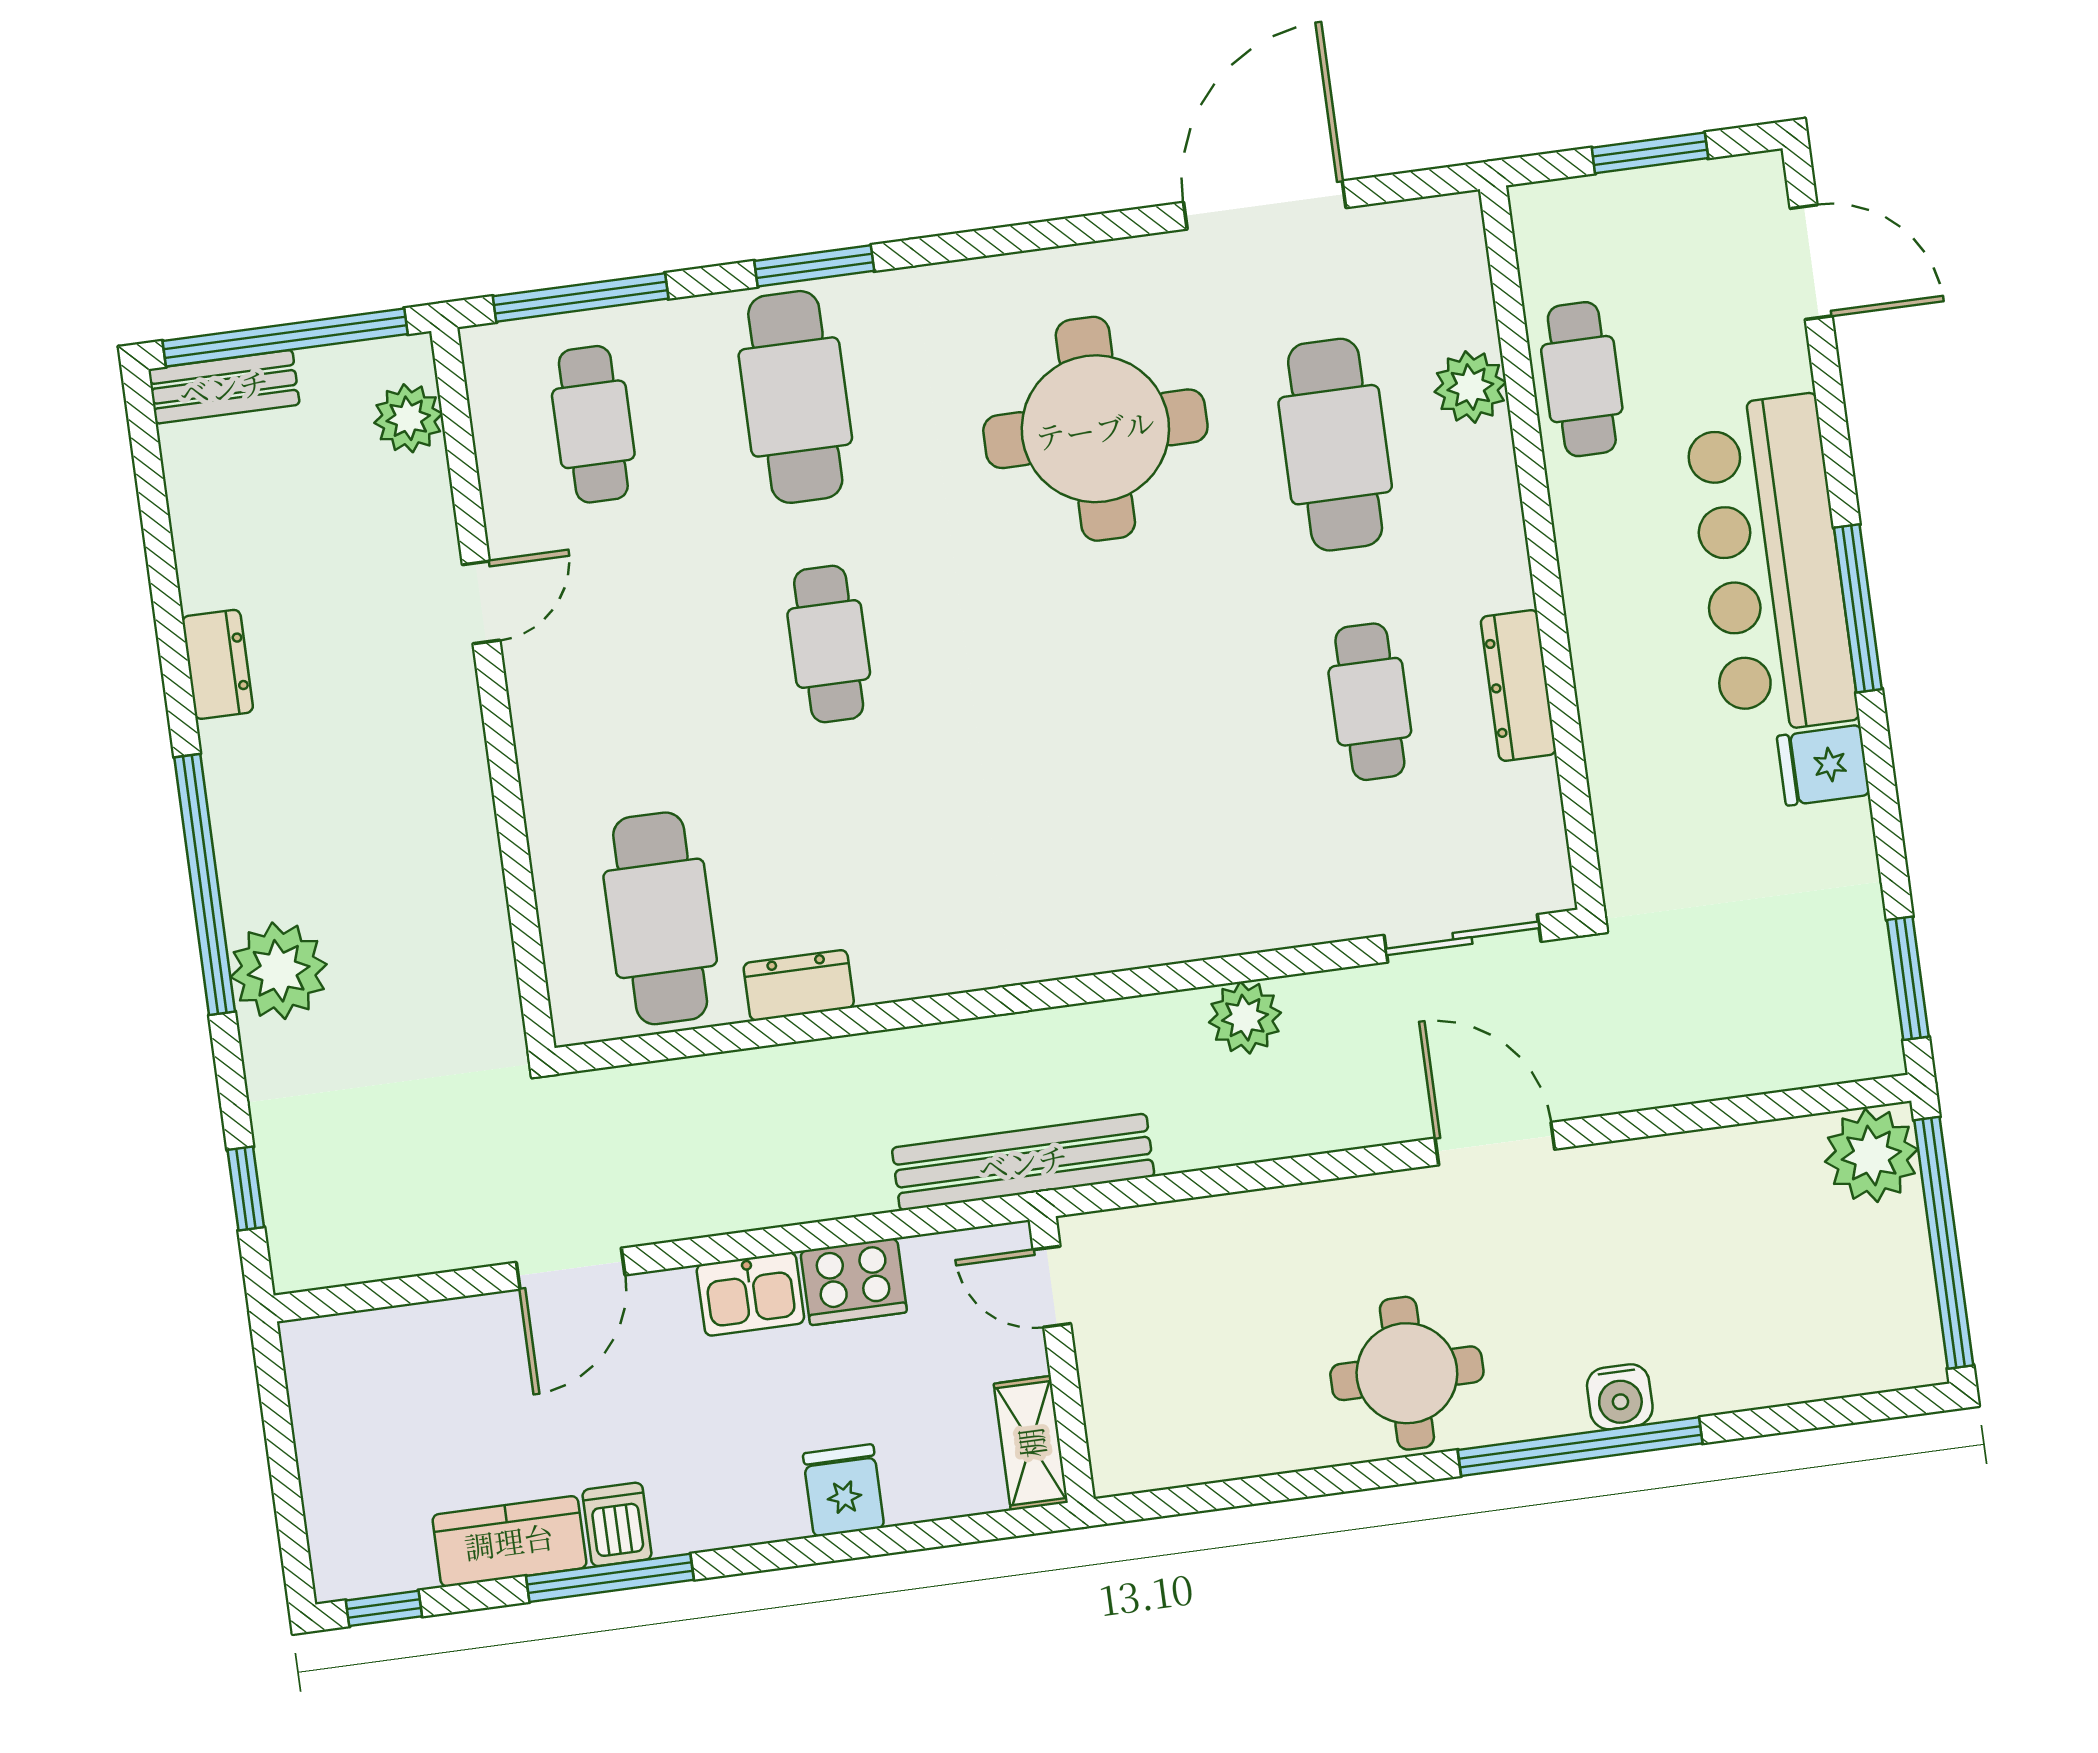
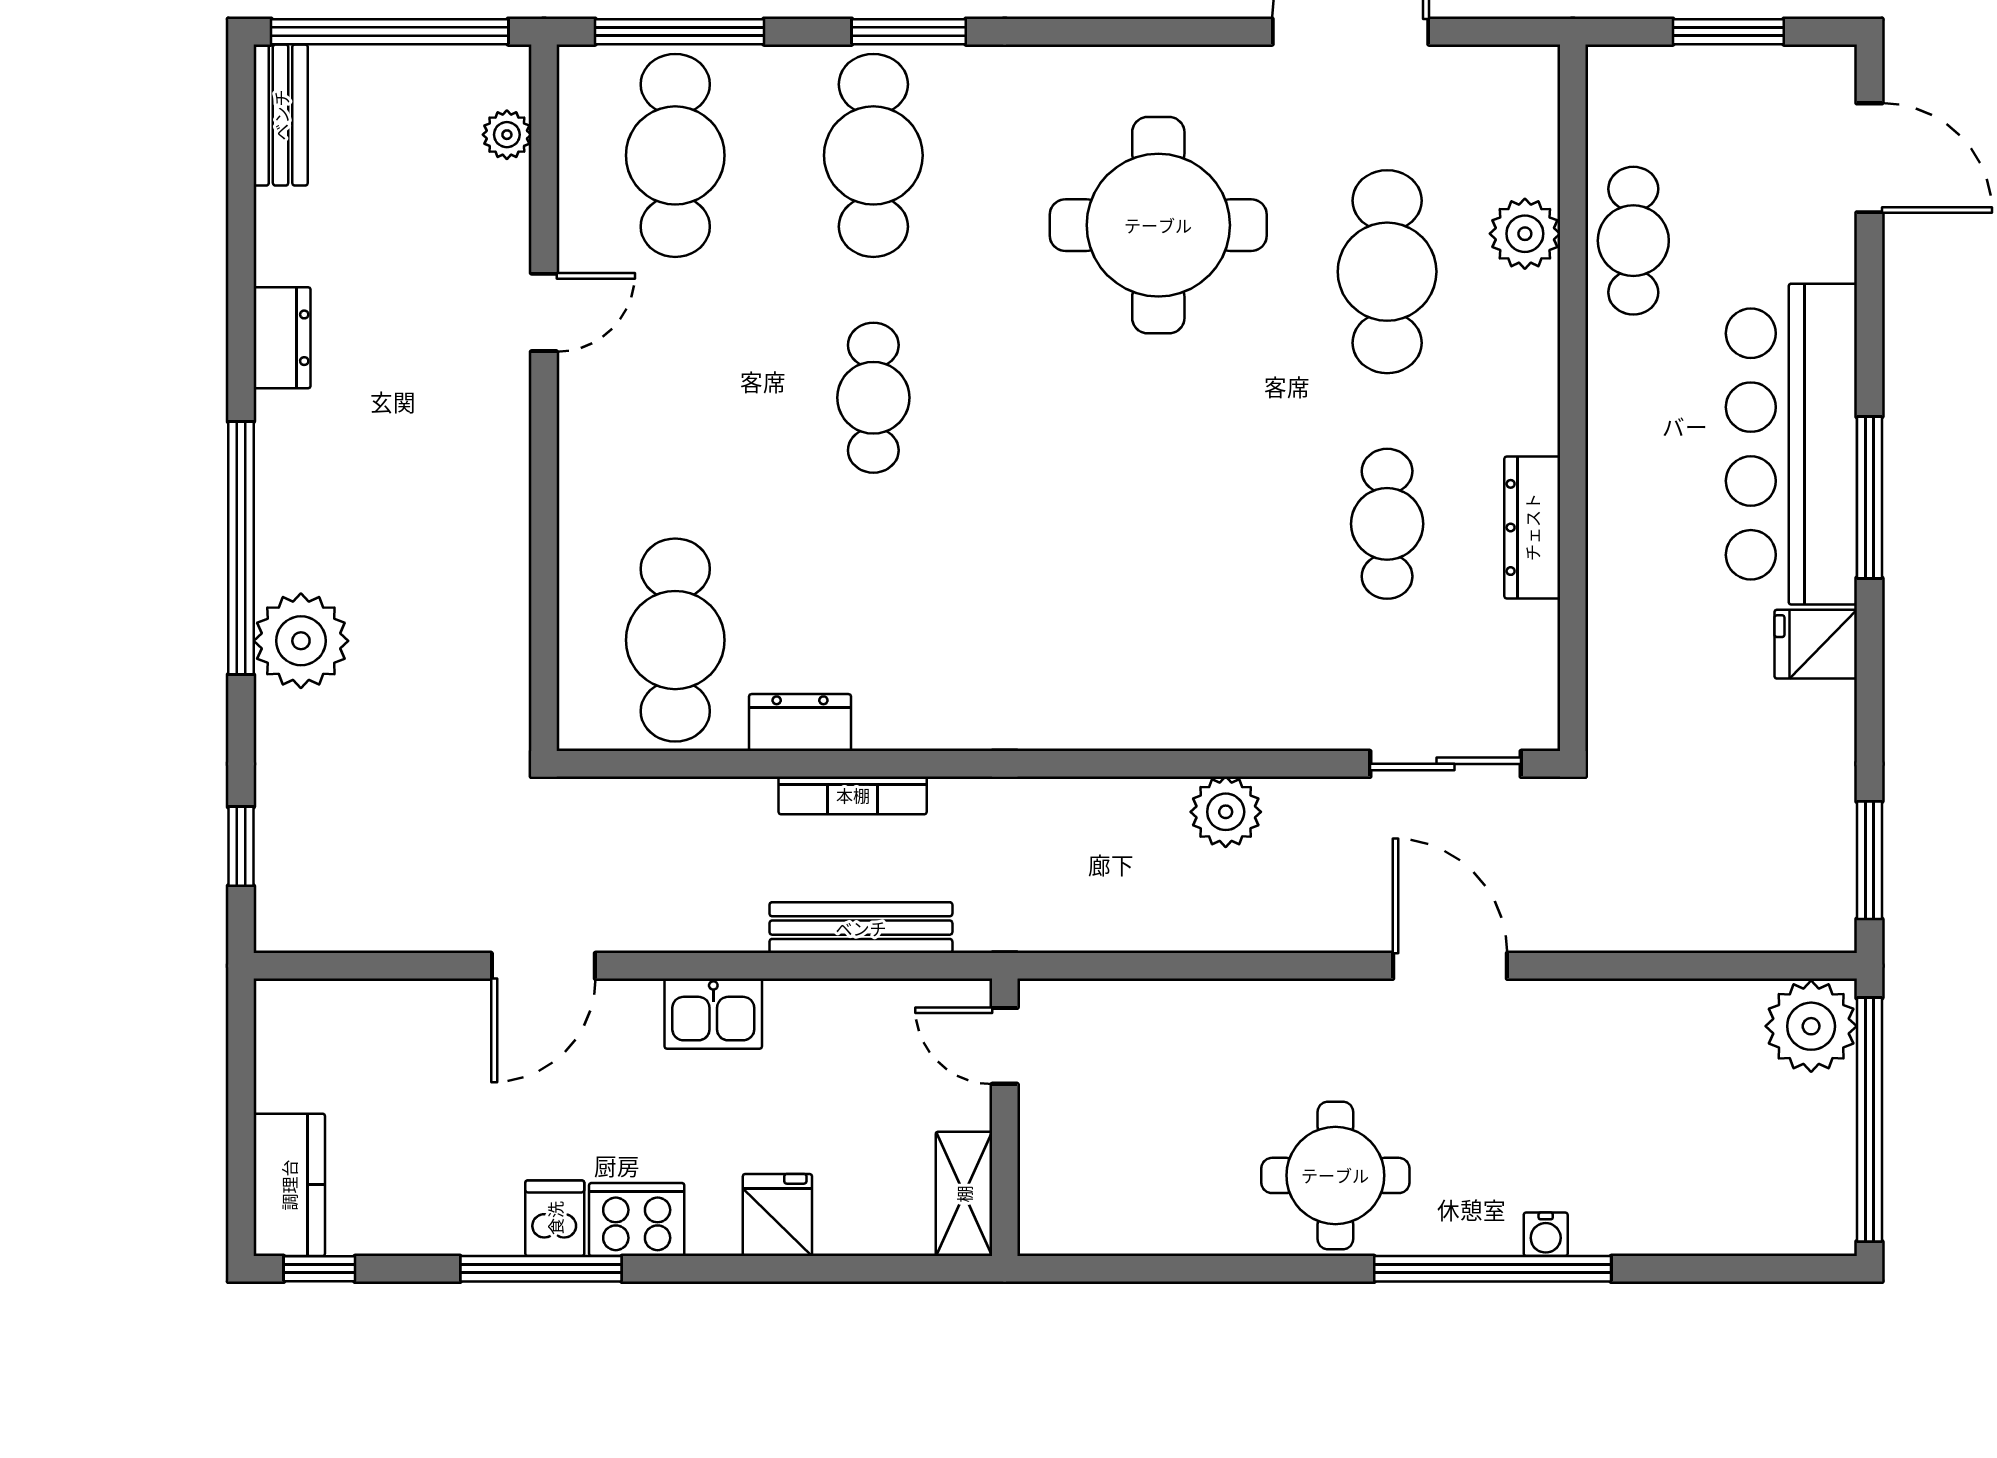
bench: (224, 387) -> (281, 115), moved, turned 90
plant: (408, 418) -> (507, 135), width x0.73, depth x0.73
cafe table: (593, 424) -> (675, 155), width x1.37, depth x1.35
bookcase: (862, 1052) -> (853, 795), added
bench: (1023, 1162) -> (861, 928), moved, width x0.73, depth x0.82
cooker: (854, 1282) -> (637, 1219), moved, turned 180
water cooler: (1620, 1397) -> (1546, 1234), width x0.72, depth x0.72
kitchen counter: (509, 1541) -> (289, 1185), moved, turned 90

